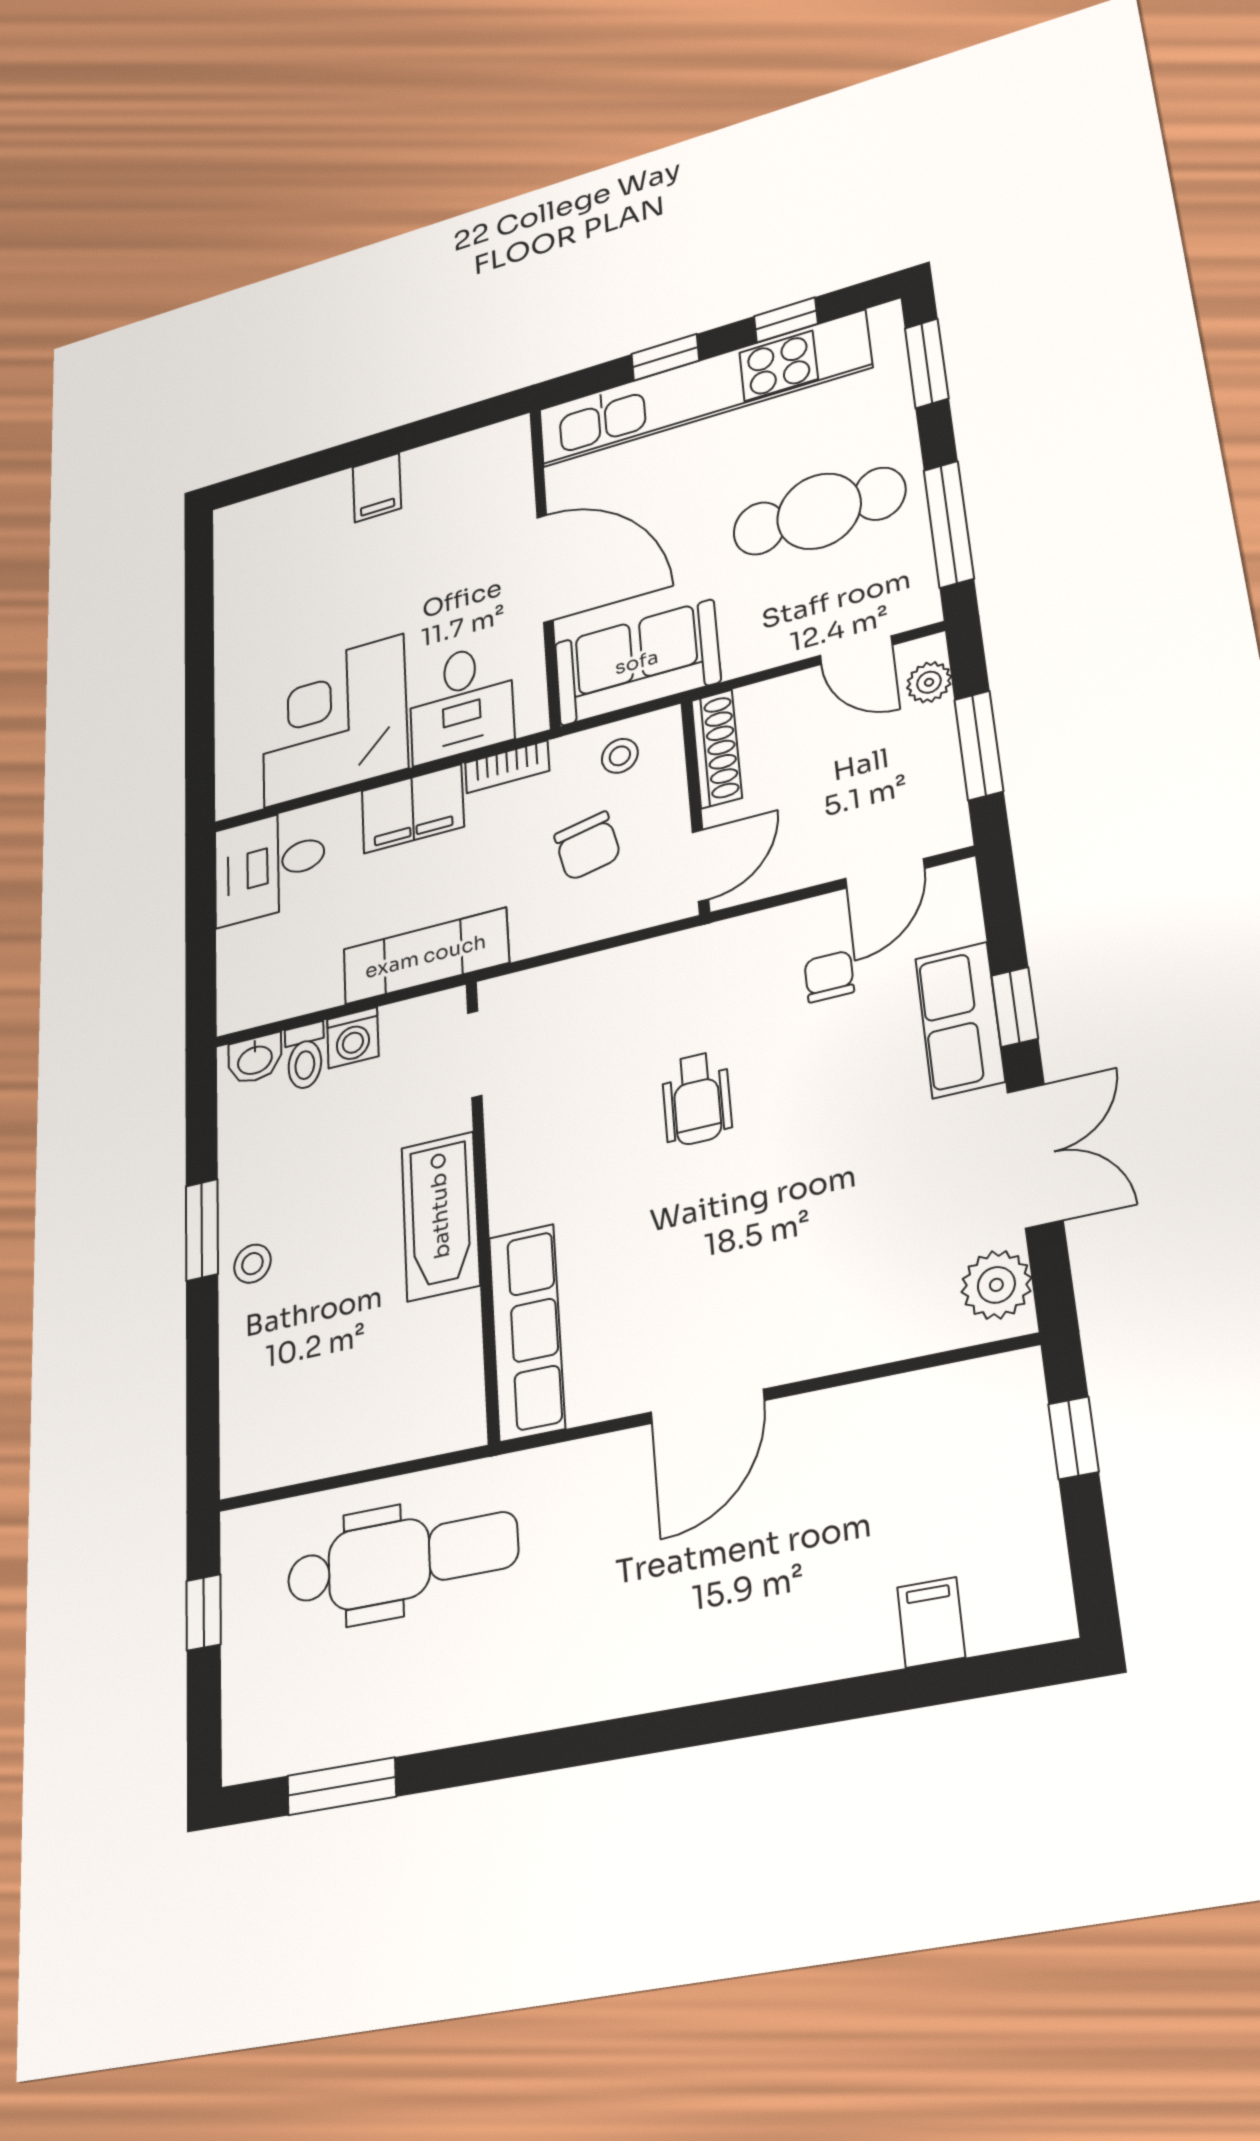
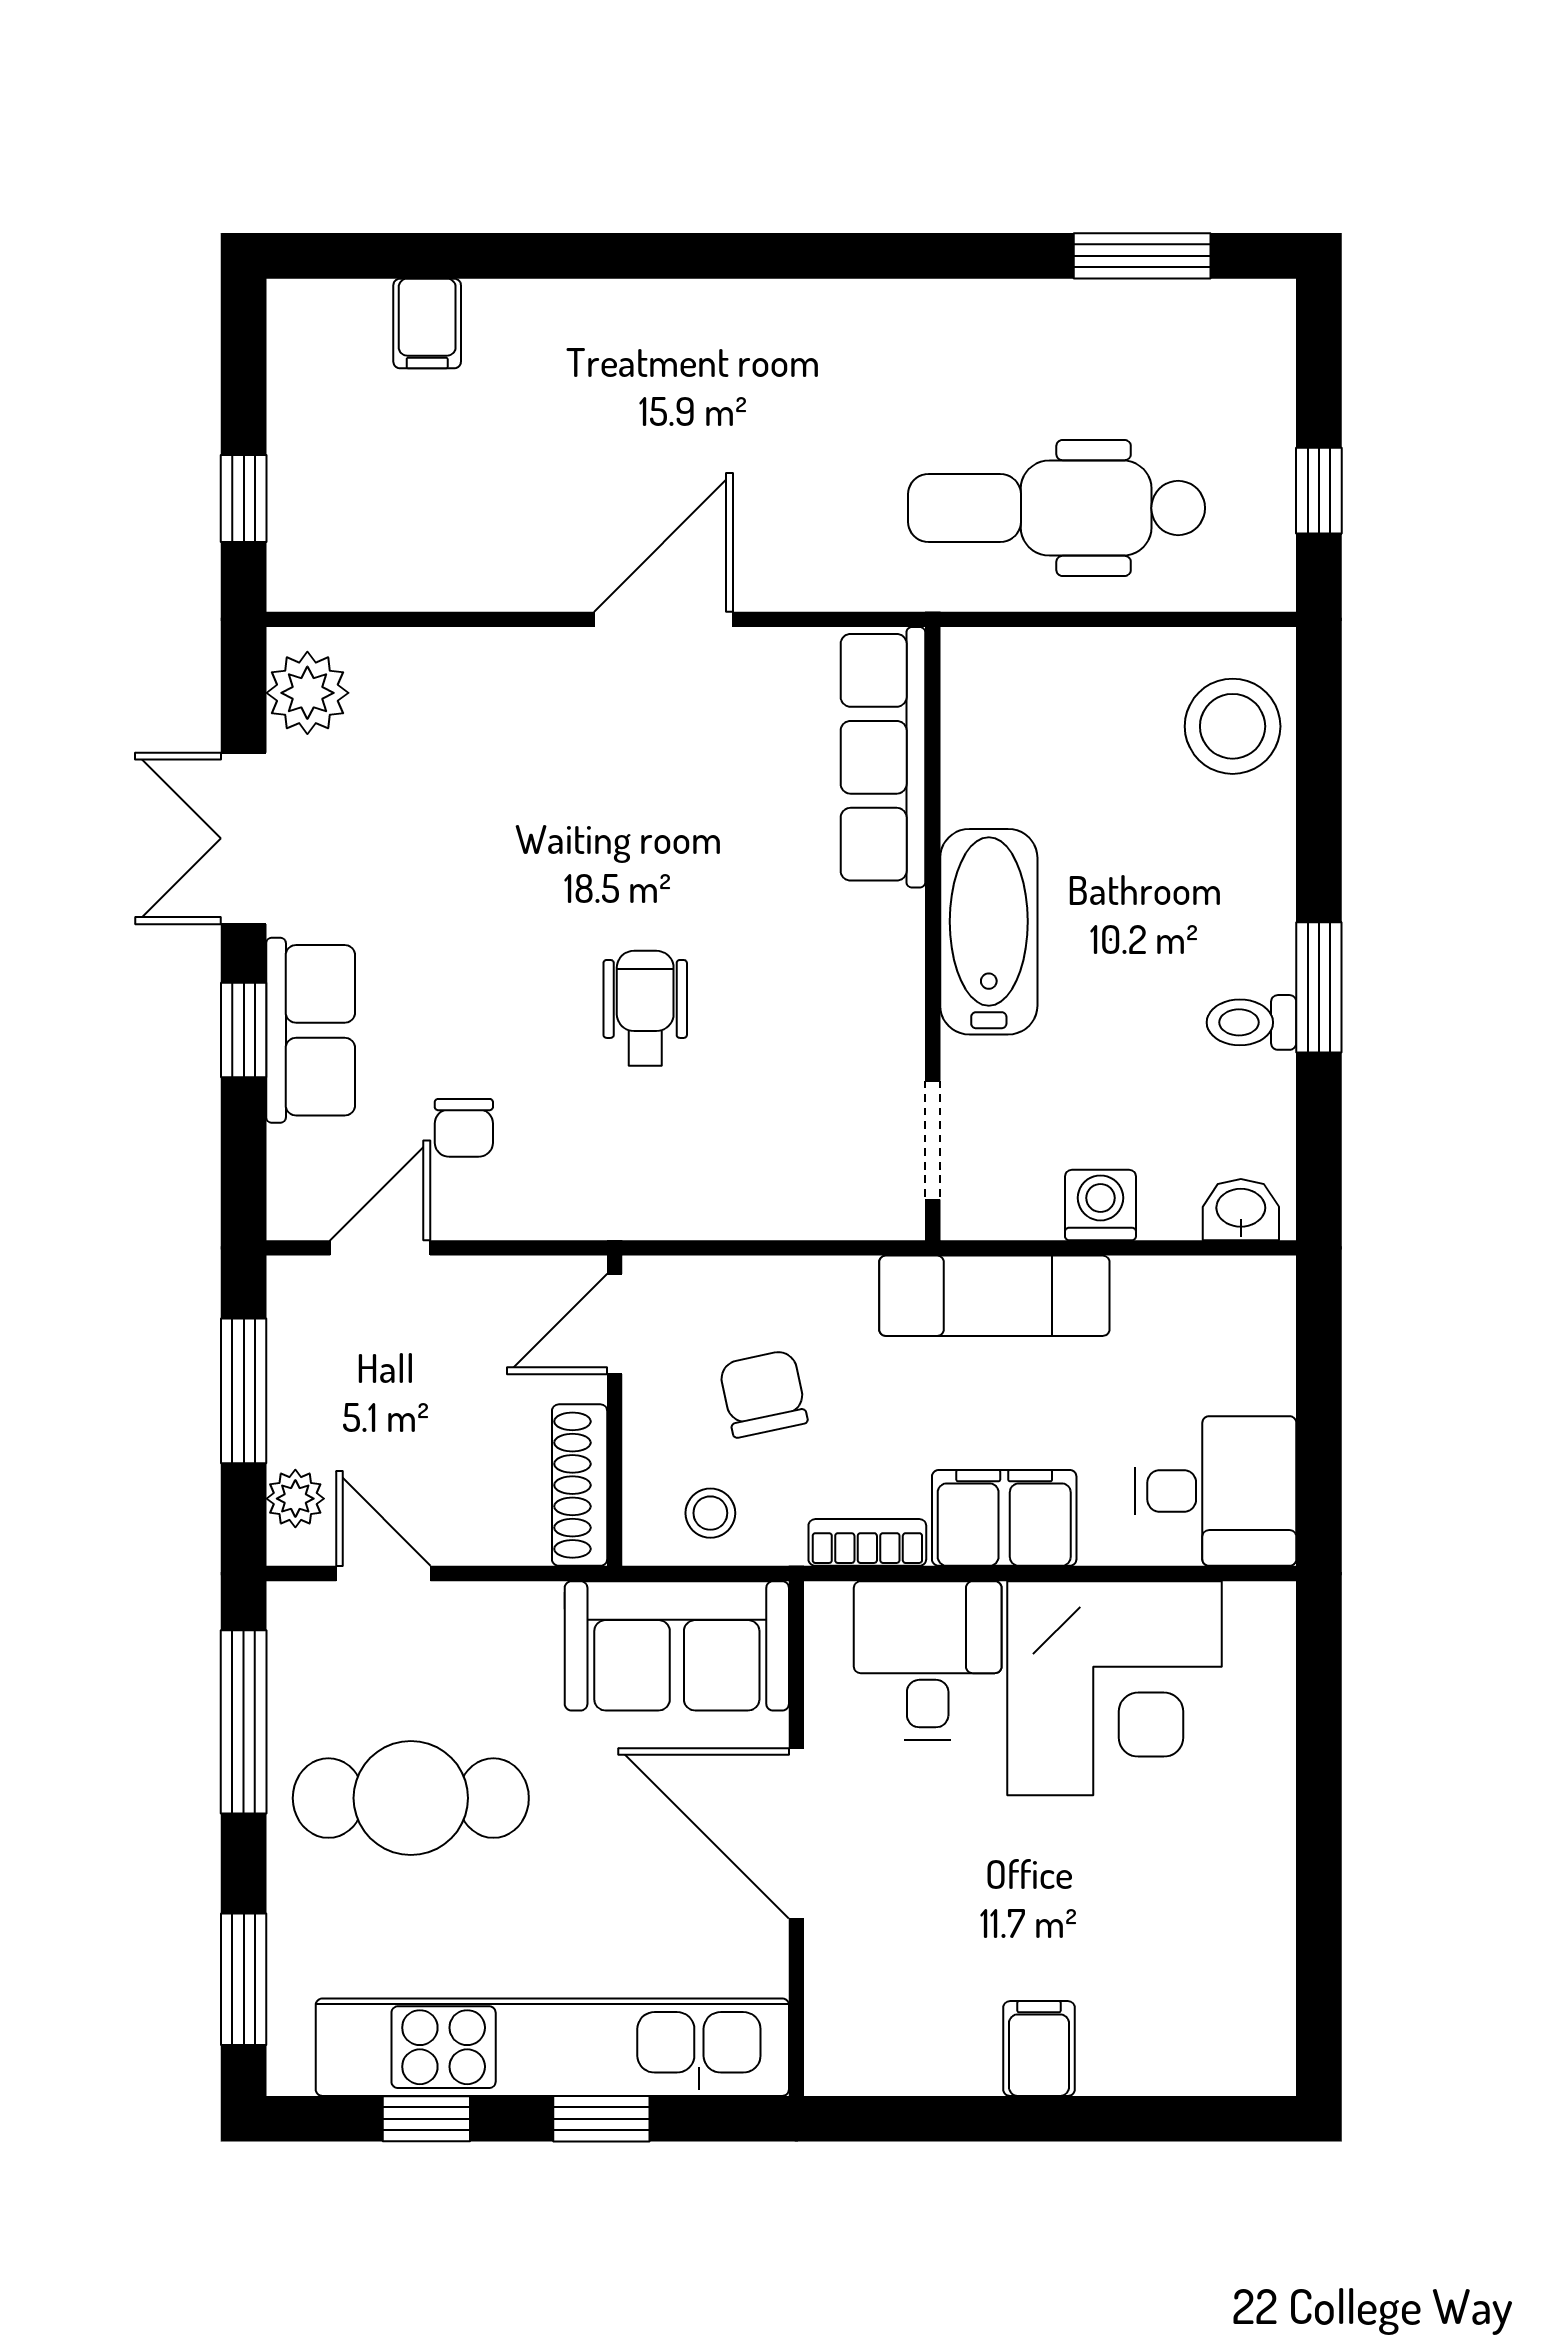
toilet: (305, 1056) -> (1252, 1022), moved, turned -90
stool: (252, 1264) -> (1233, 726), moved, width x1.89, depth x1.89

